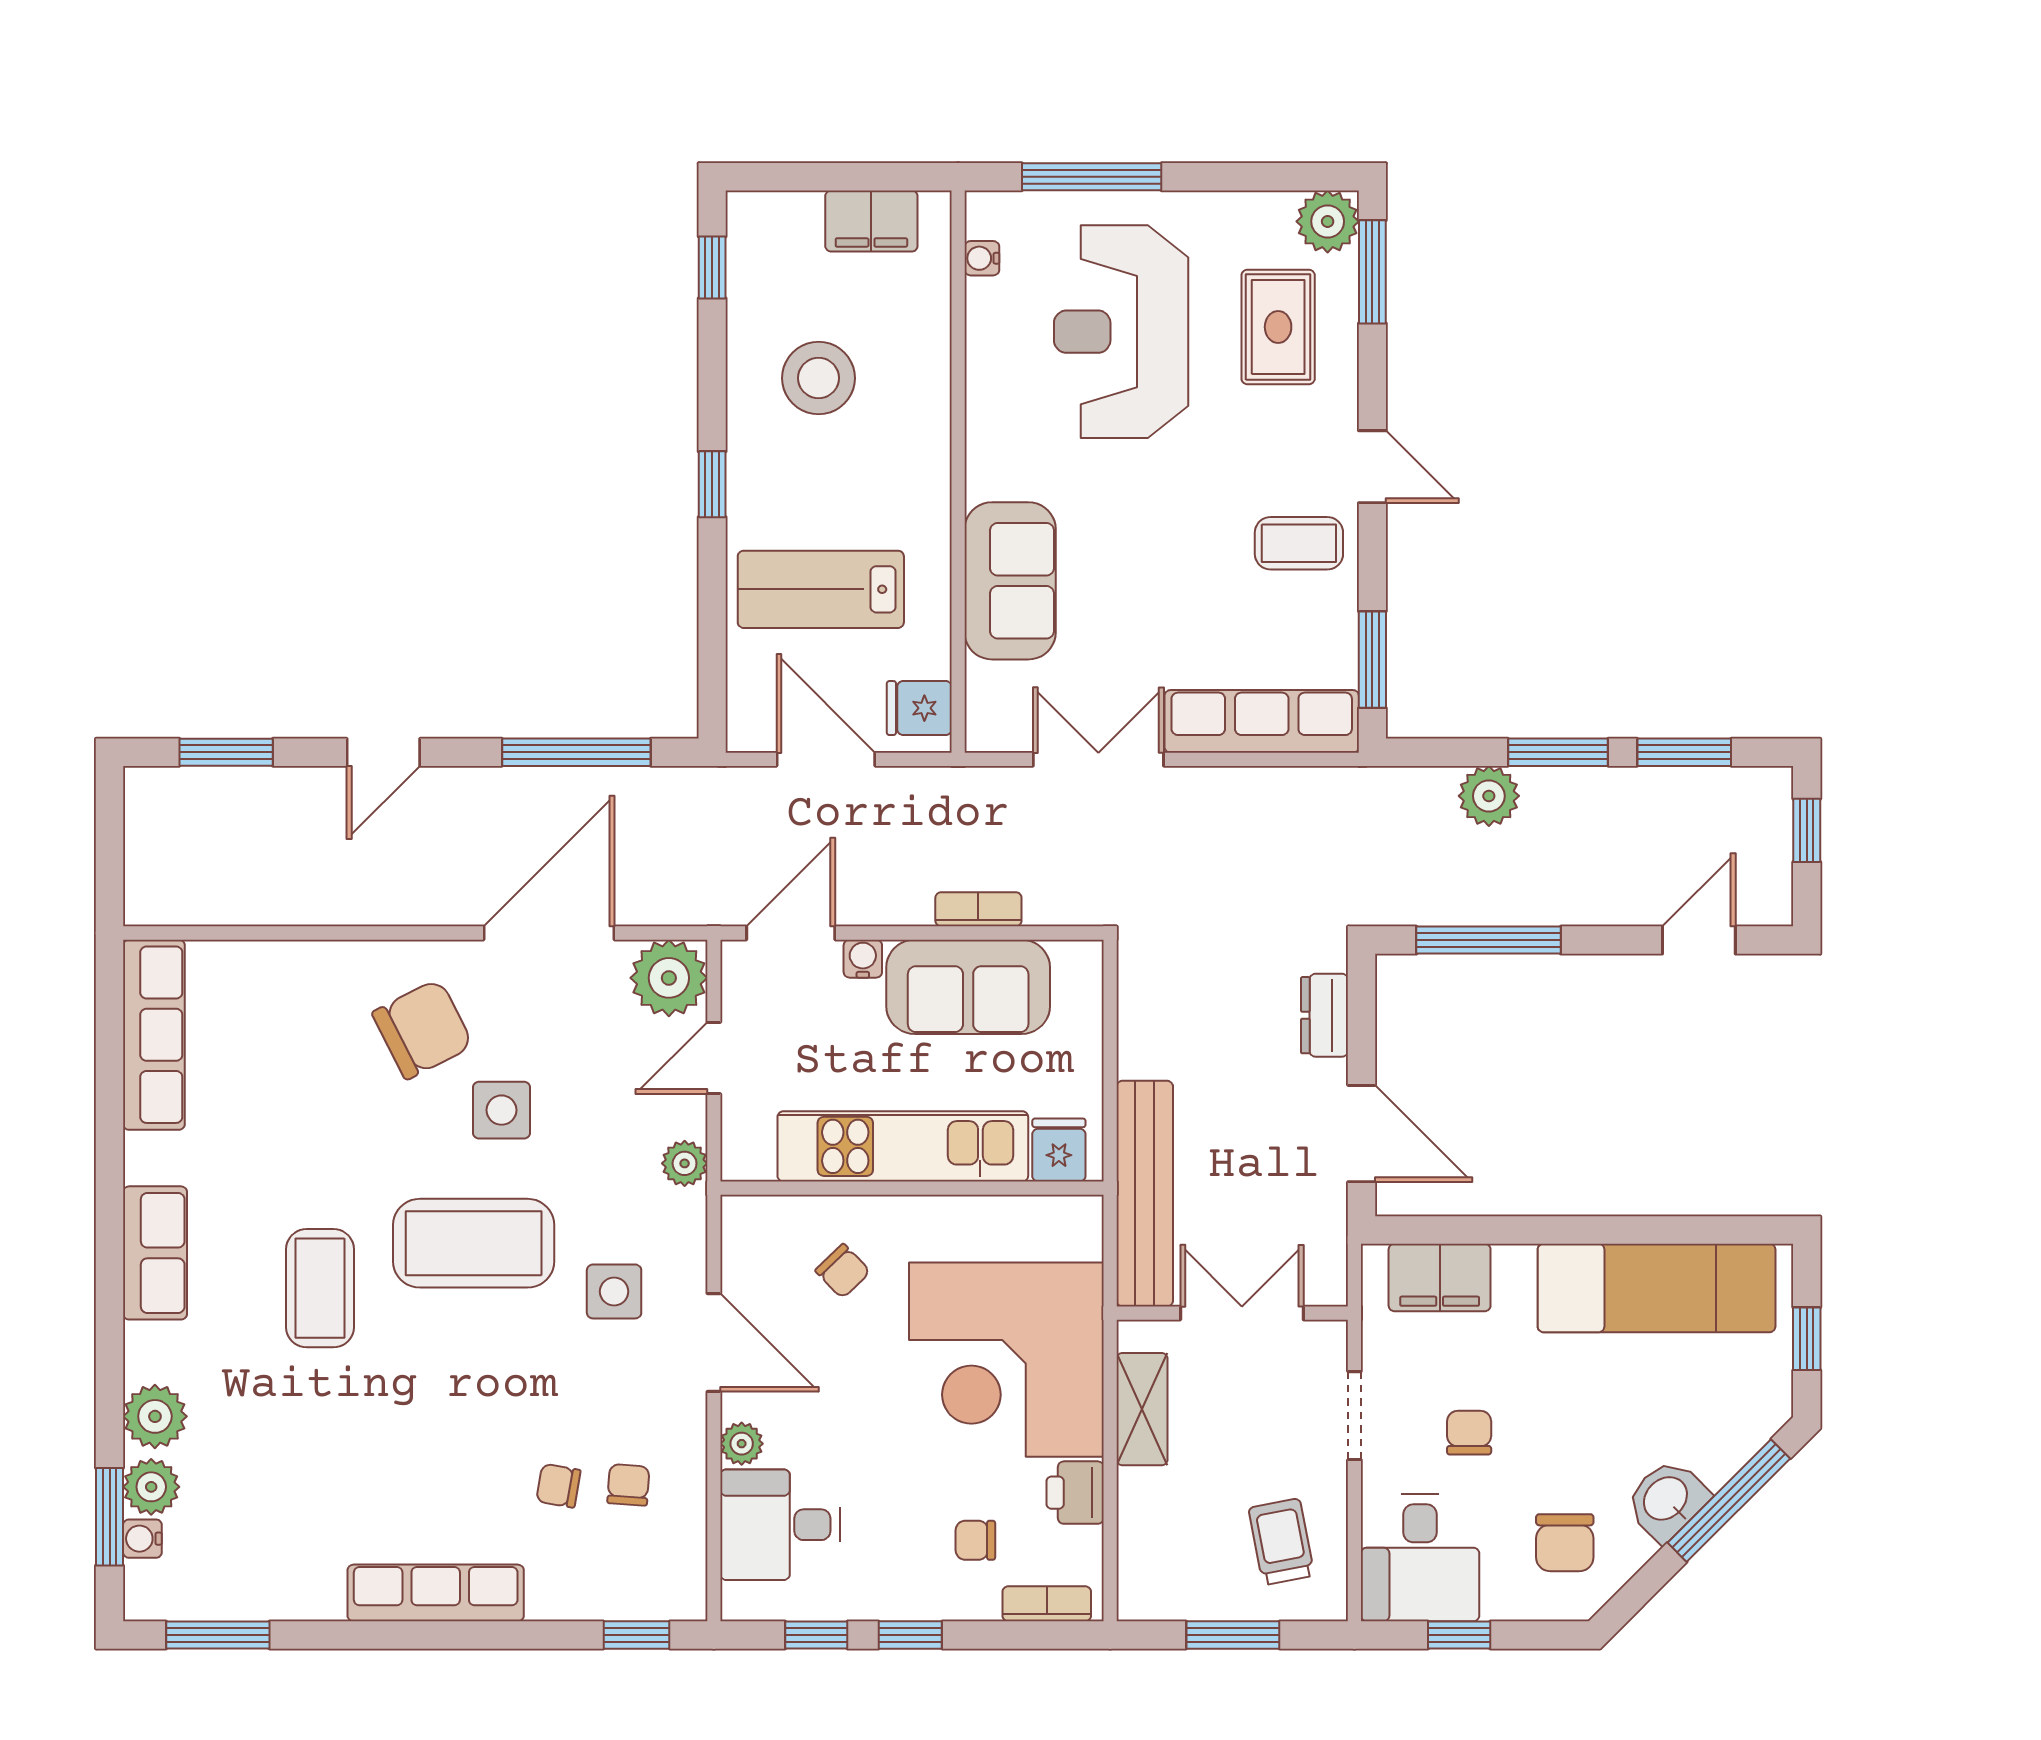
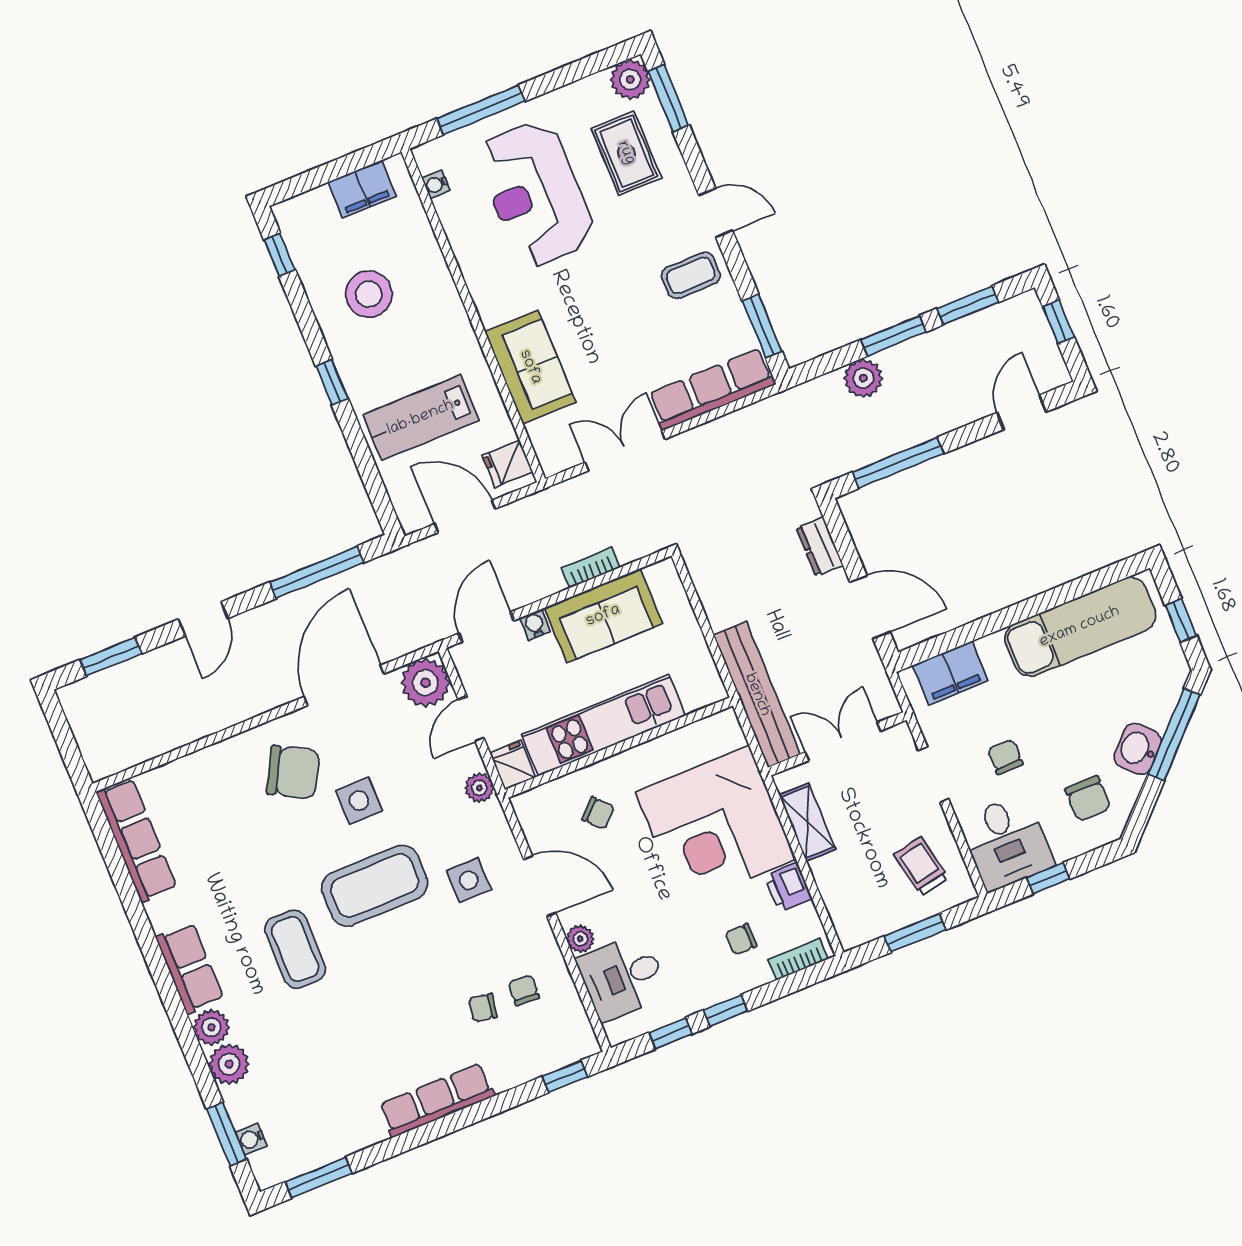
chair: (423, 1029) -> (293, 772), turned 56
fridge: (1059, 1150) -> (513, 765), moved
plant: (151, 1487) -> (211, 1027), moved

